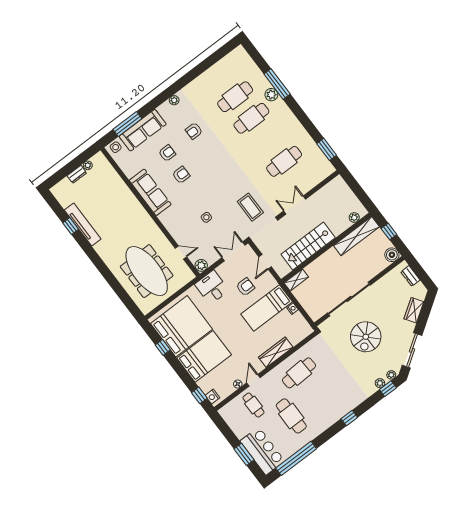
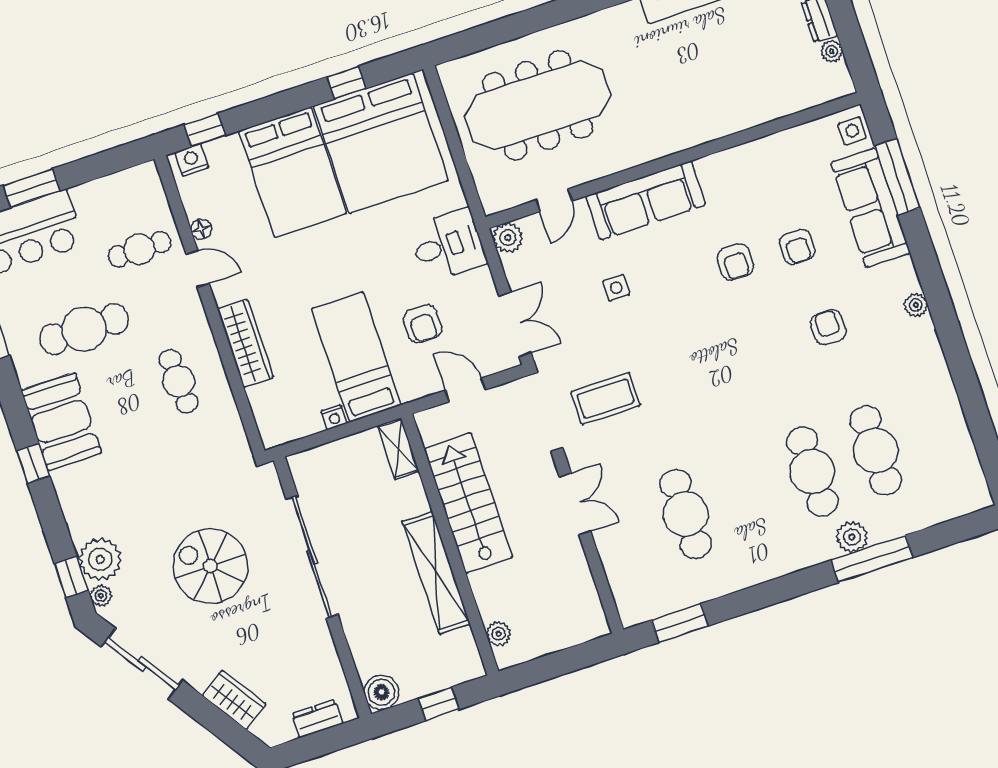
sofa: (150, 192) -> (646, 201), moved
shelving: (356, 236) -> (436, 573), moved
cafe table: (299, 373) -> (179, 381), width x0.73, depth x0.74
plant: (380, 383) -> (100, 559), width x1.88, depth x1.88
booth: (330, 413) -> (61, 422), added

